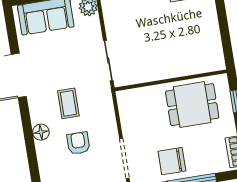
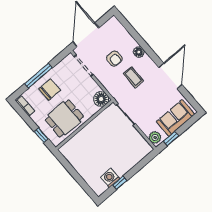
floor lamp: (128, 101) -> (101, 99), added
chair: (172, 161) -> (50, 90), moved

